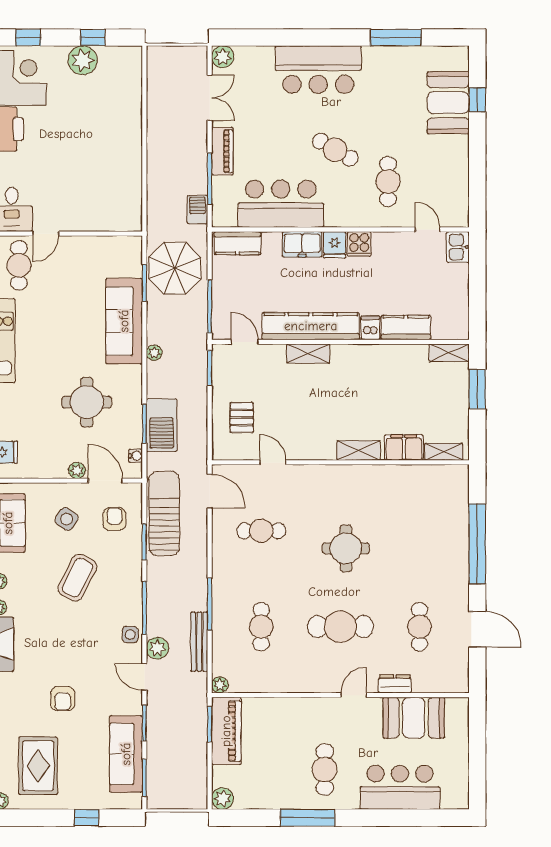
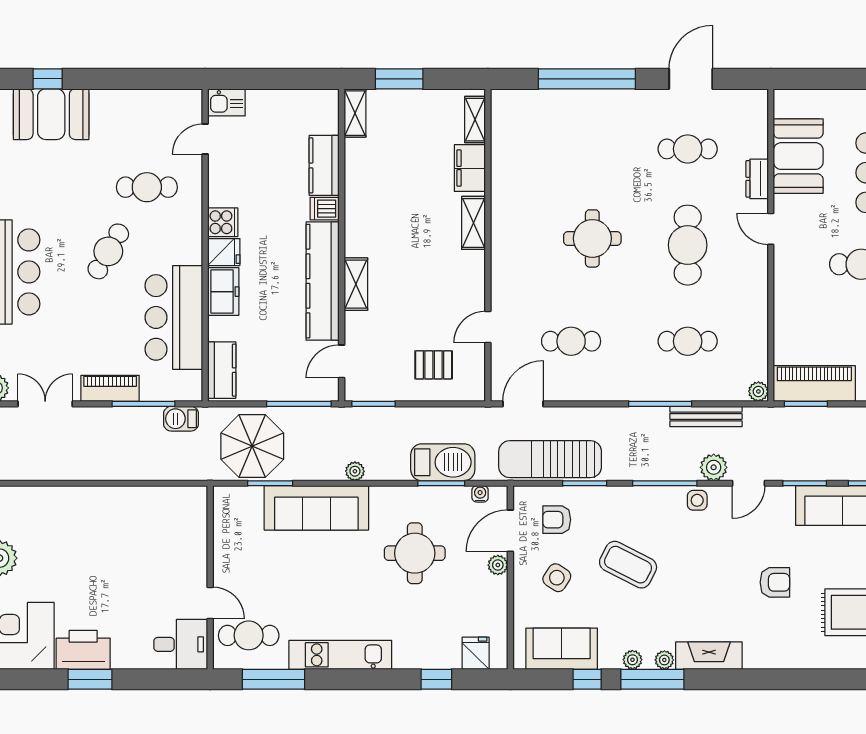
cafe table: (261, 531) -> (571, 341), turned 90

